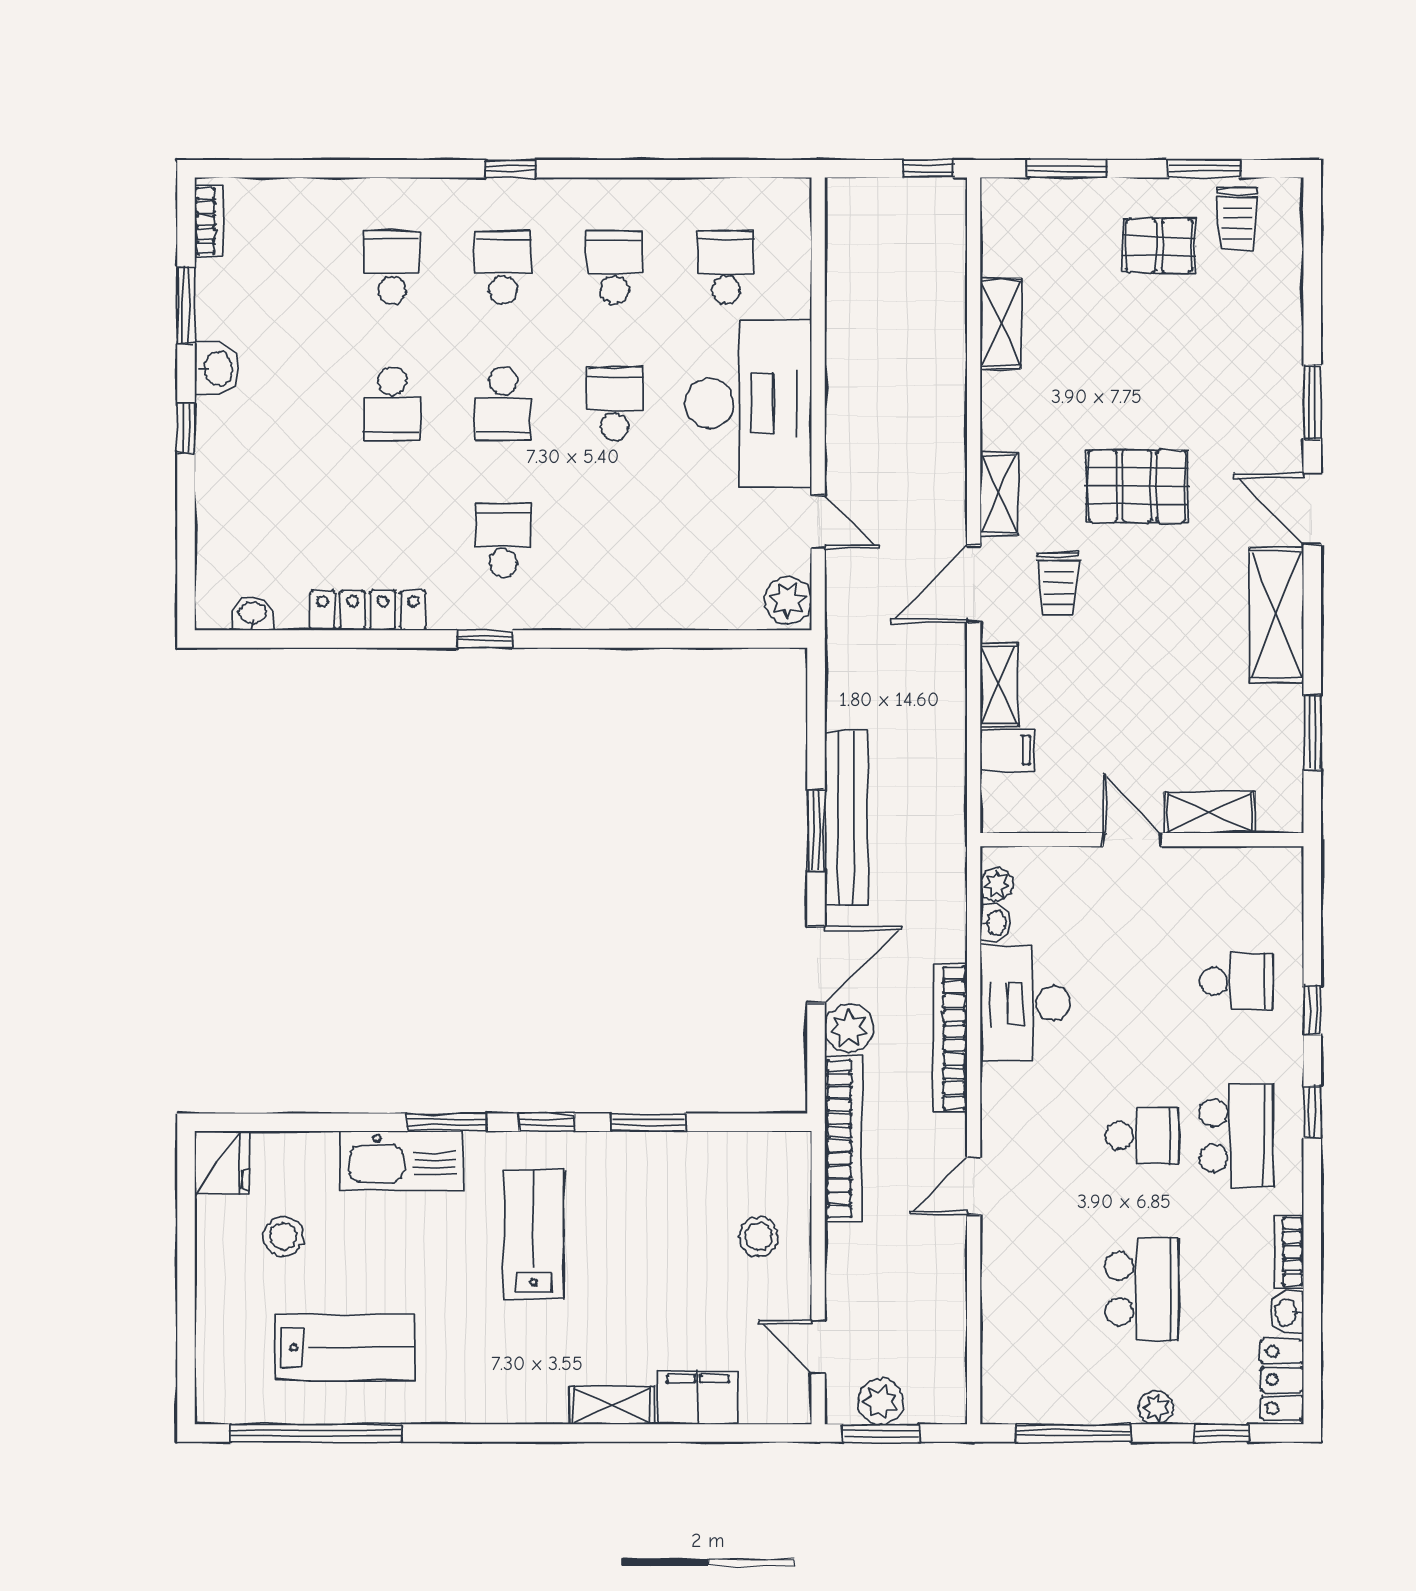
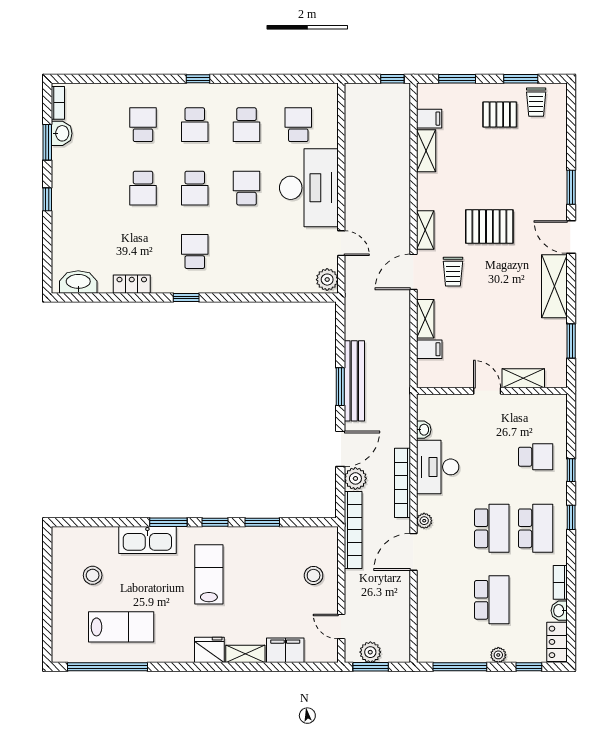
filing cabinet: (1007, 254) -> (429, 119), added
school desk: (503, 267) -> (195, 125), turned 180
school desk: (615, 267) -> (247, 125), turned 180
washbasin: (217, 369) -> (62, 133), moved
locker: (368, 610) -> (132, 284), width x0.66
washbasin: (253, 613) -> (78, 282), width x1.91, depth x1.45
plant: (997, 884) -> (424, 521), moved
school desk: (1142, 1135) -> (492, 528), width x1.85
fridge: (222, 1163) -> (209, 650), moved, turned -90
door: (974, 1186) -> (413, 552), width x1.37

